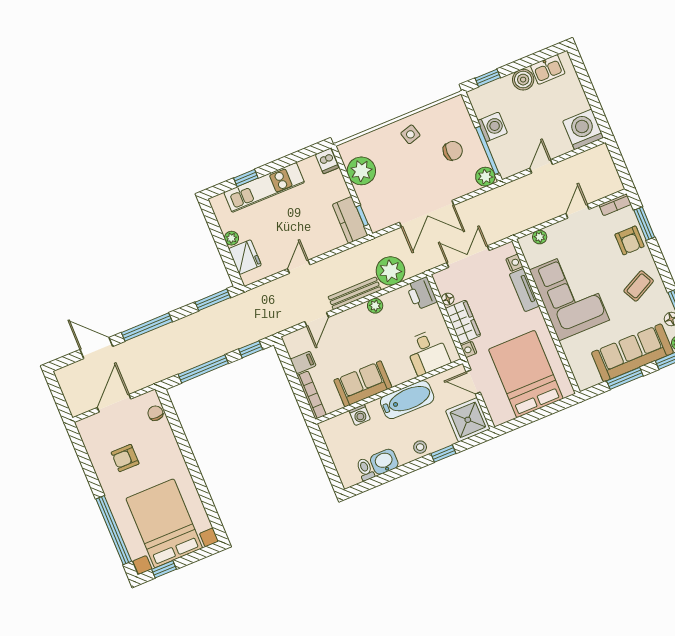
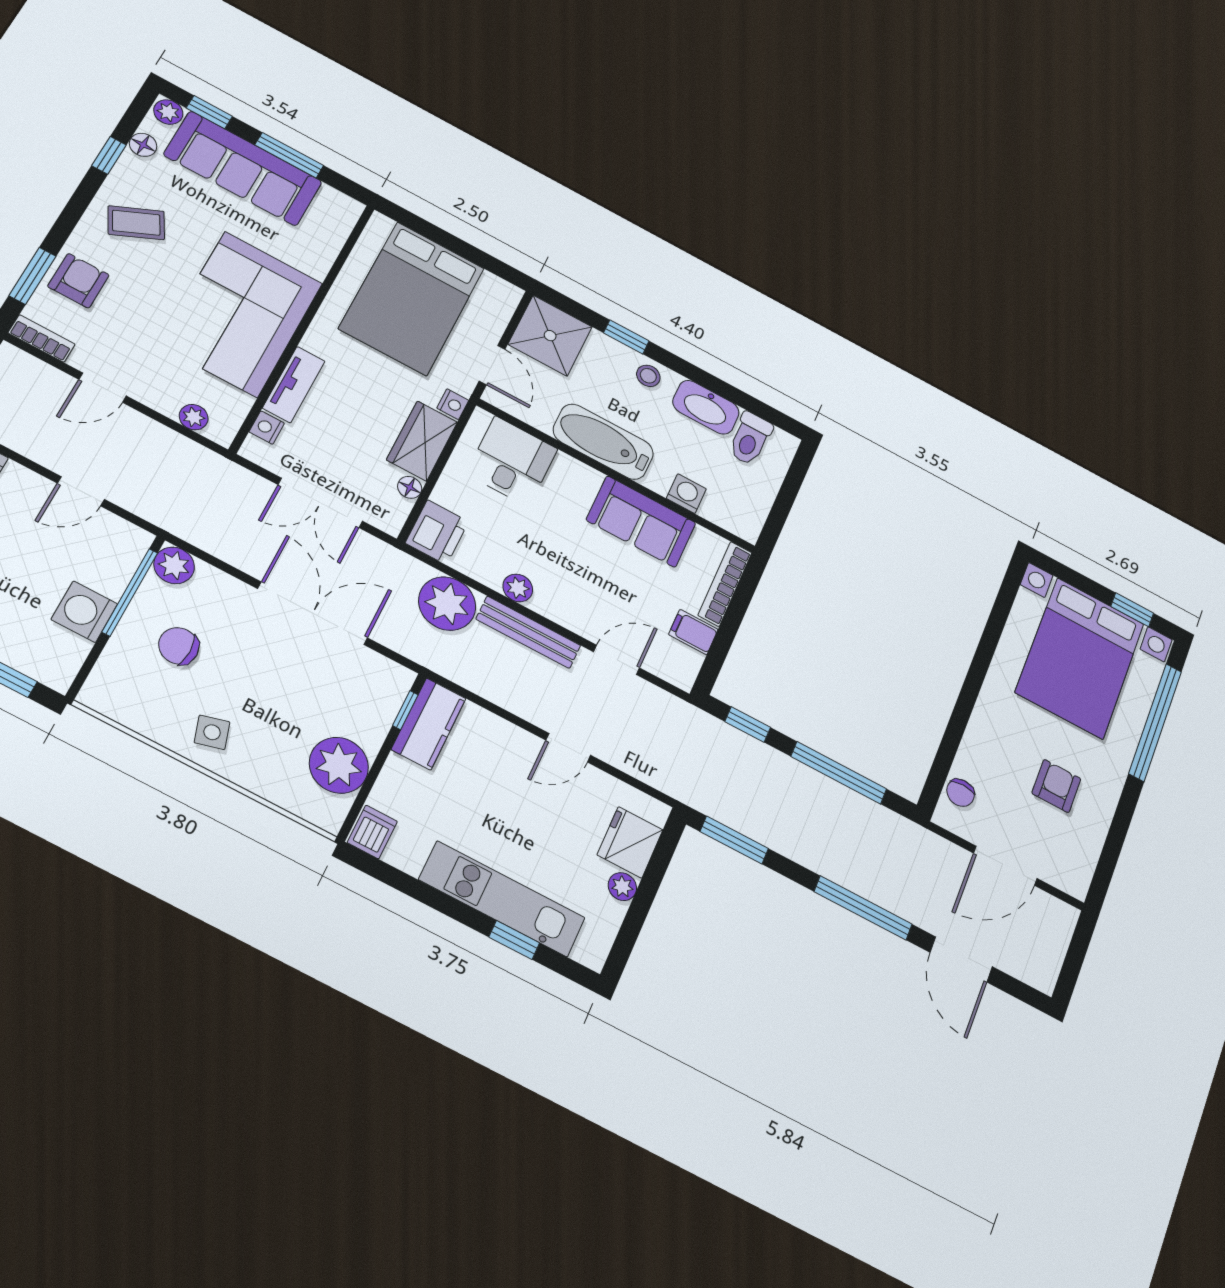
armchair: (125, 458) -> (1056, 786), turned -90
washbasin: (384, 462) -> (706, 407), width x1.38
toilet: (365, 469) -> (750, 439), width x1.37, depth x1.39

